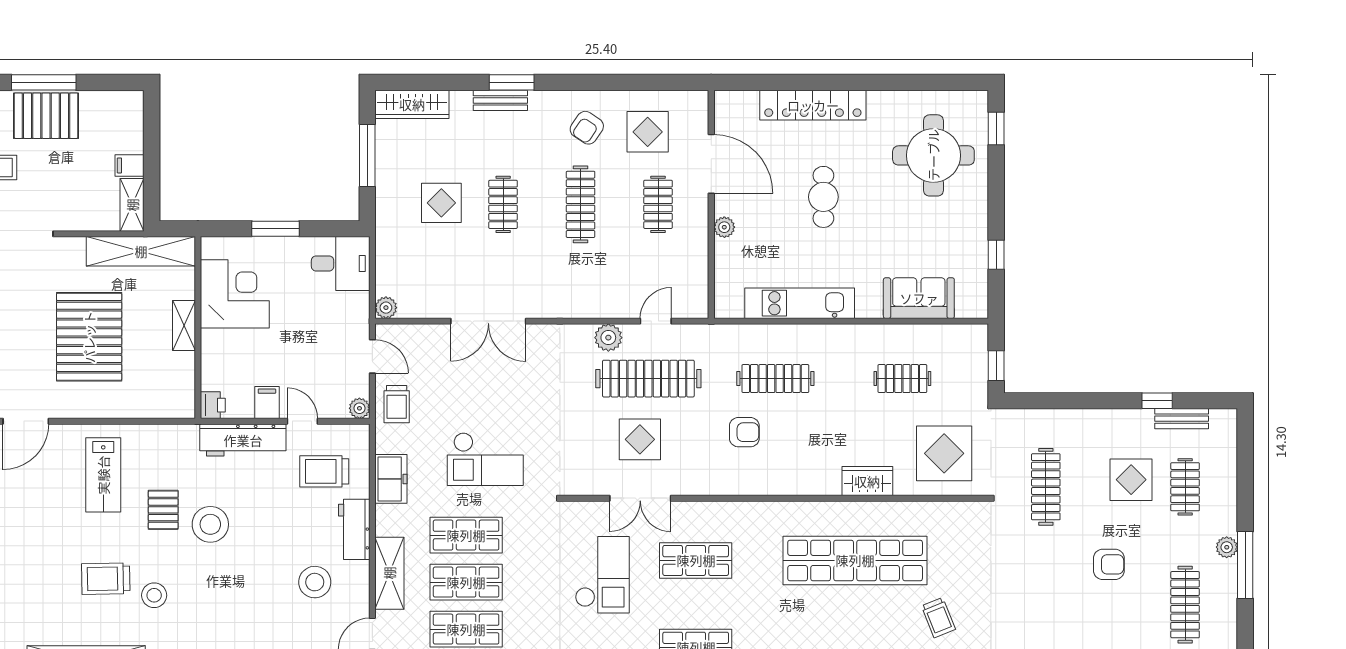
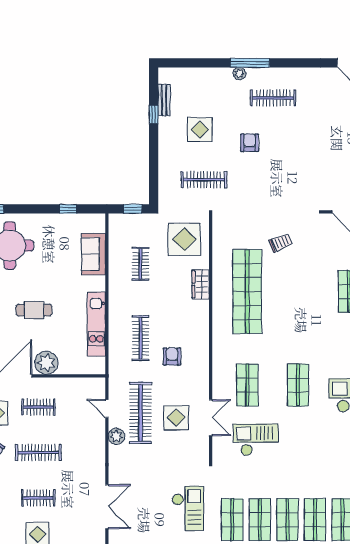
plant: (724, 227) -> (46, 363), width x1.87, depth x1.87
clothes rail: (1185, 487) -> (204, 98), removed

